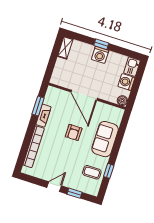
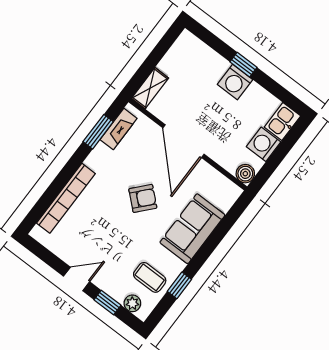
shelving: (65, 48) -> (150, 88), moved
fireplace: (43, 116) -> (119, 129), moved
armchair: (74, 132) -> (143, 198), turned -138
plant: (88, 189) -> (132, 303), added

